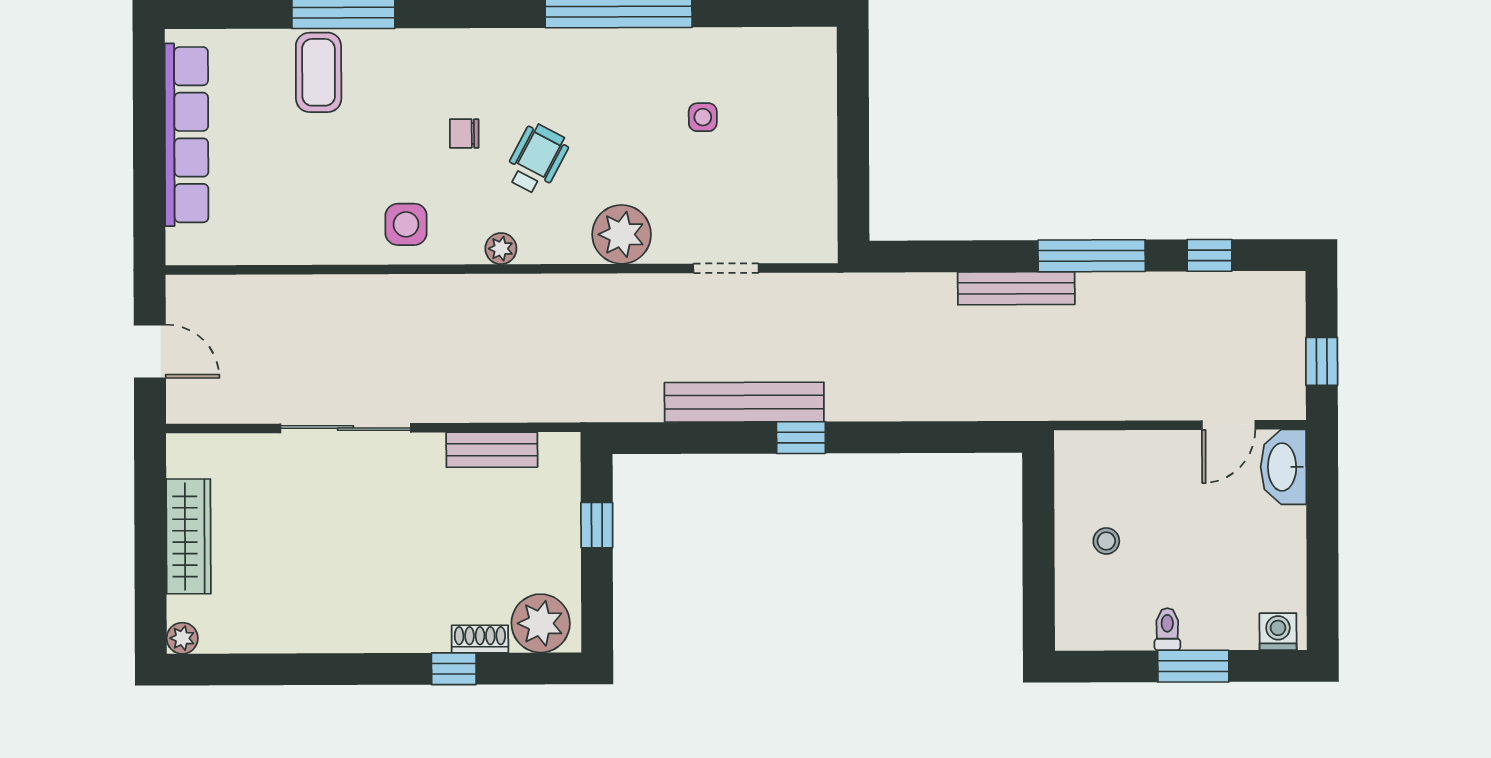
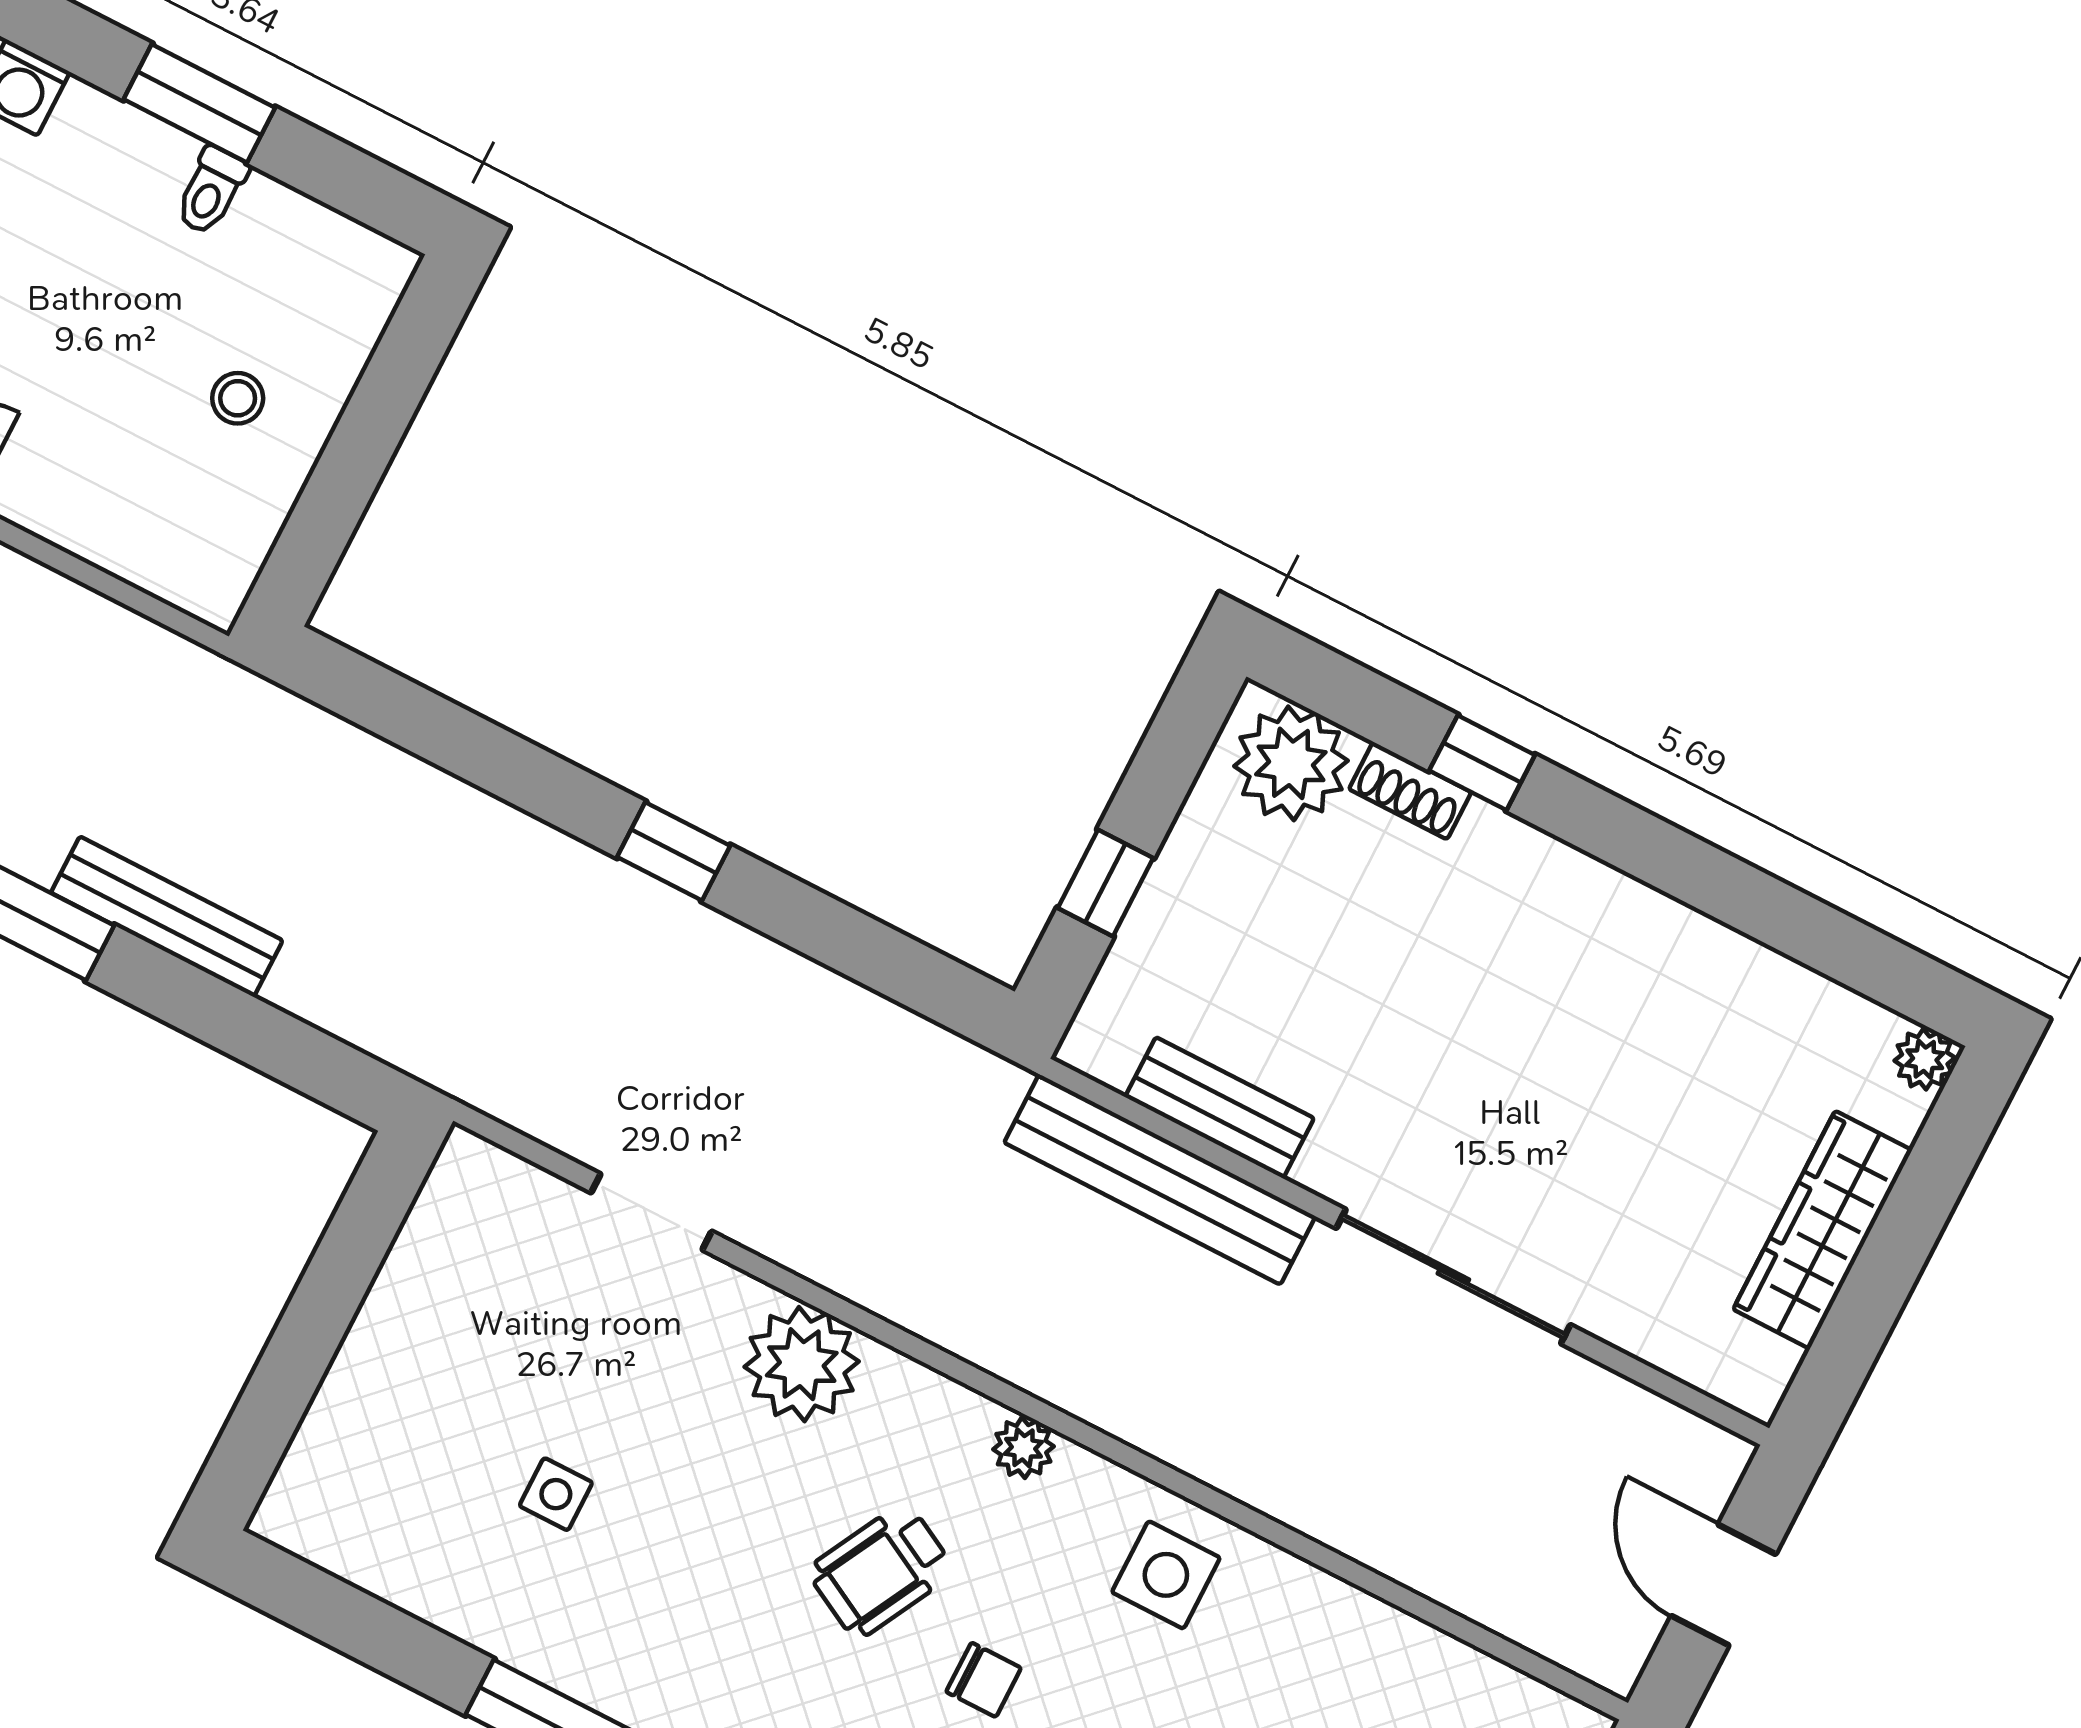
bench: (744, 402) -> (1160, 1179), moved

